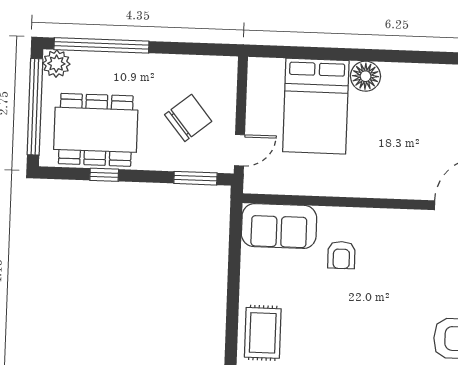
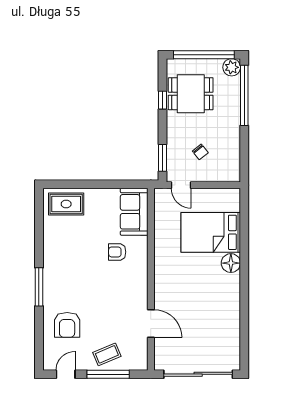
chair: (188, 118) -> (200, 152), width x0.54, depth x0.54
dining table: (96, 130) -> (191, 94), width x0.73

